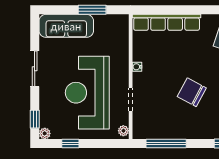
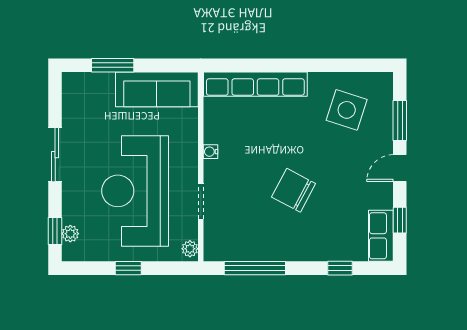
window: (92, 10) -> (113, 65), moved
sofa: (66, 26) -> (157, 89), moved
plant: (45, 133) -> (70, 234), moved
window: (70, 143) -> (128, 268), moved

